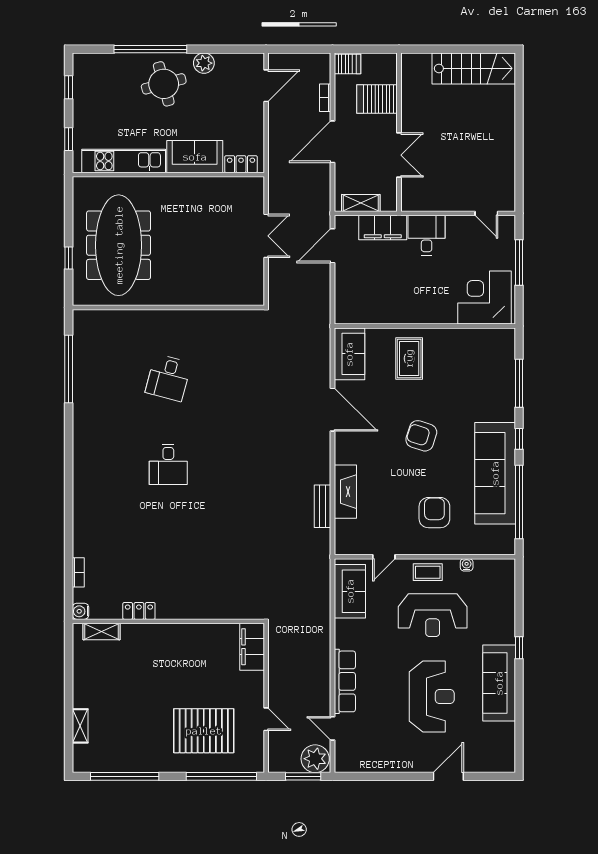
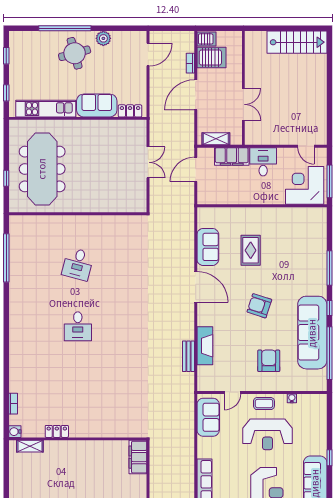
server rack: (377, 99) -> (211, 57), moved, turned 180
corner desk: (484, 298) -> (305, 185), moved
wall: (425, 326) -> (262, 206), moved

